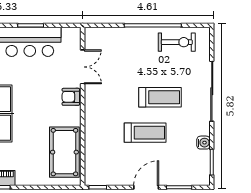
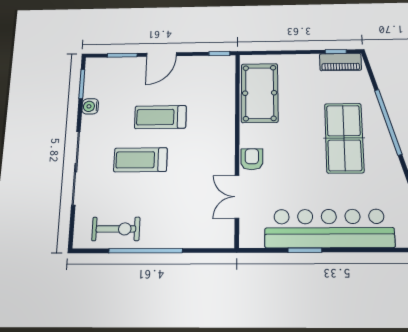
exercise bike: (177, 42) -> (116, 229), turned 180
armchair: (71, 97) -> (252, 159), turned -90

